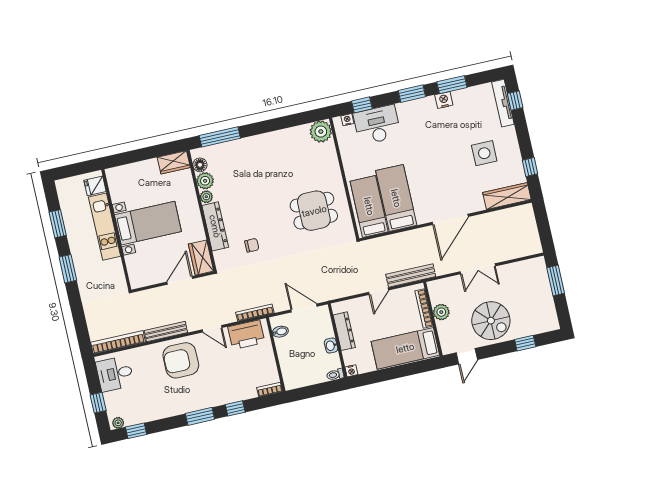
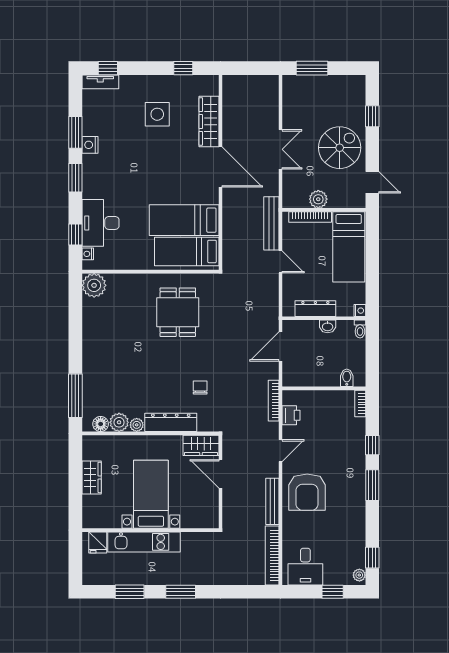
tv unit: (503, 103) -> (100, 82), width x0.71
wardrobe: (174, 162) -> (92, 477), moved
wardrobe: (507, 196) -> (209, 121), moved
bidet: (280, 332) -> (347, 378), moved
printer: (246, 335) -> (291, 415), width x0.53, depth x0.68

